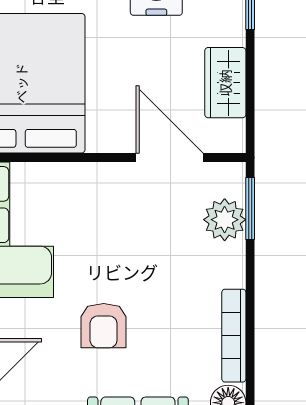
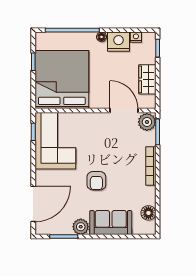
plant: (225, 220) -> (147, 122), moved
bookcase: (234, 336) -> (151, 166), moved

